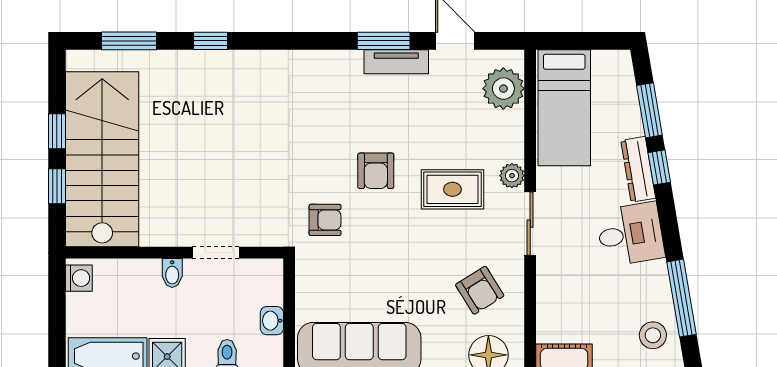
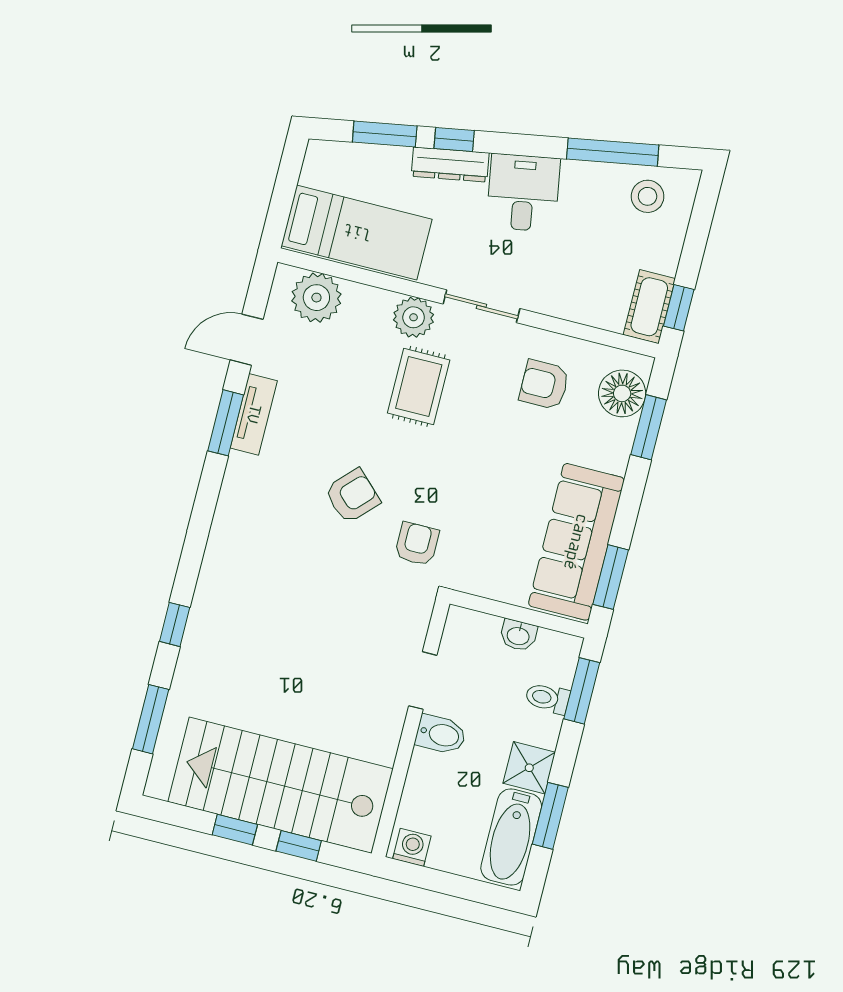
armchair: (376, 171) -> (352, 496), moved, turned -46
plant: (512, 176) -> (414, 317), width x1.38, depth x1.38
bidet: (172, 273) -> (441, 734), width x1.38, depth x1.36
armchair: (480, 290) -> (544, 385), turned -148

